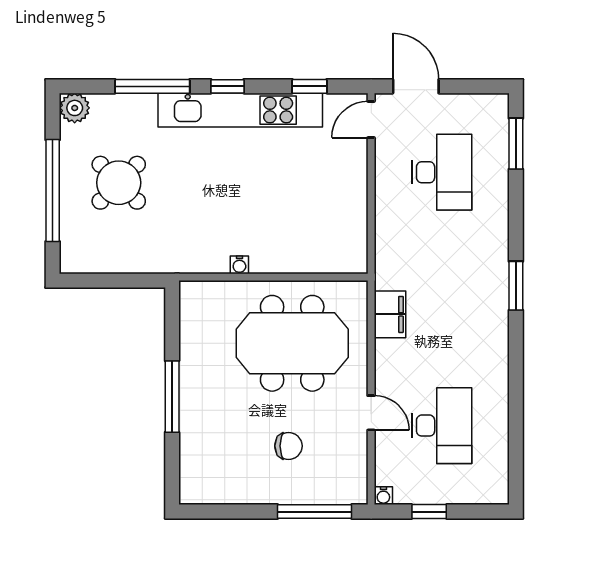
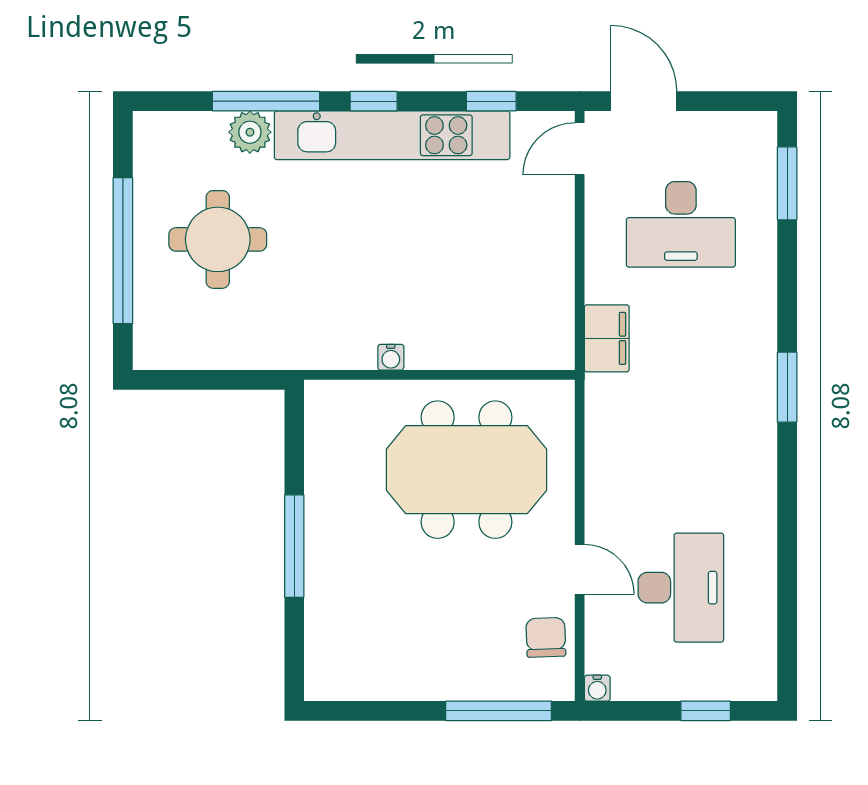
plant: (75, 108) -> (250, 132), moved
desk: (442, 172) -> (681, 224), turned 90
round table: (119, 183) -> (218, 239), turned 45
filing cabinet: (390, 314) -> (607, 338), moved
chair: (288, 446) -> (546, 637), moved, turned -92
window: (429, 512) -> (706, 711), moved

